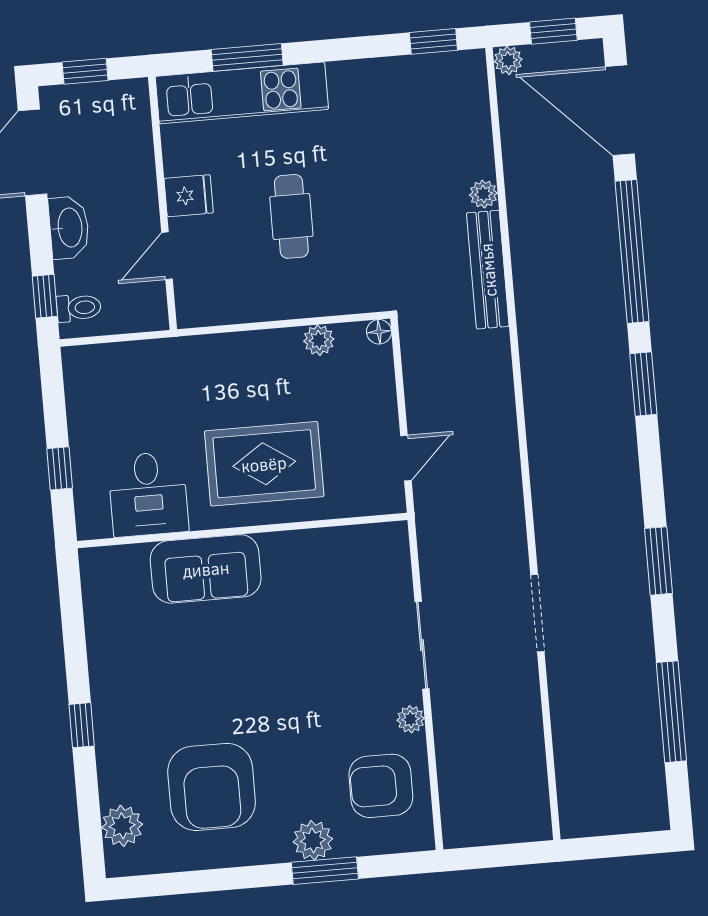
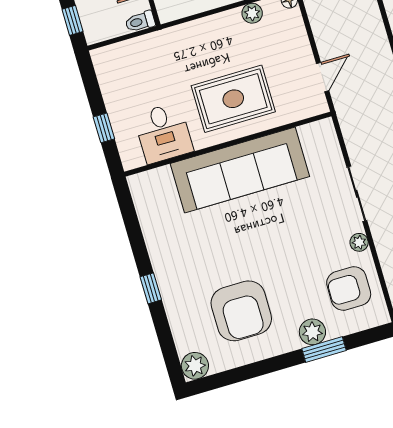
toilet: (79, 308) -> (140, 22), moved, turned 180
sofa: (206, 569) -> (240, 170), width x1.85, depth x1.27
plant: (122, 826) -> (195, 366), moved

